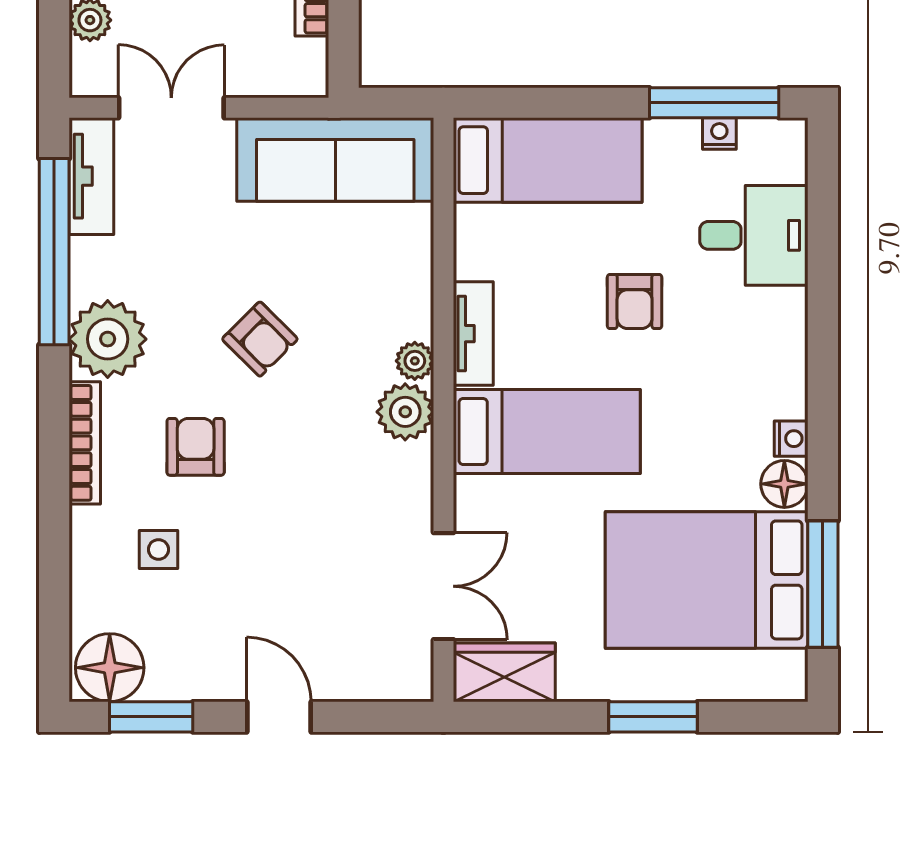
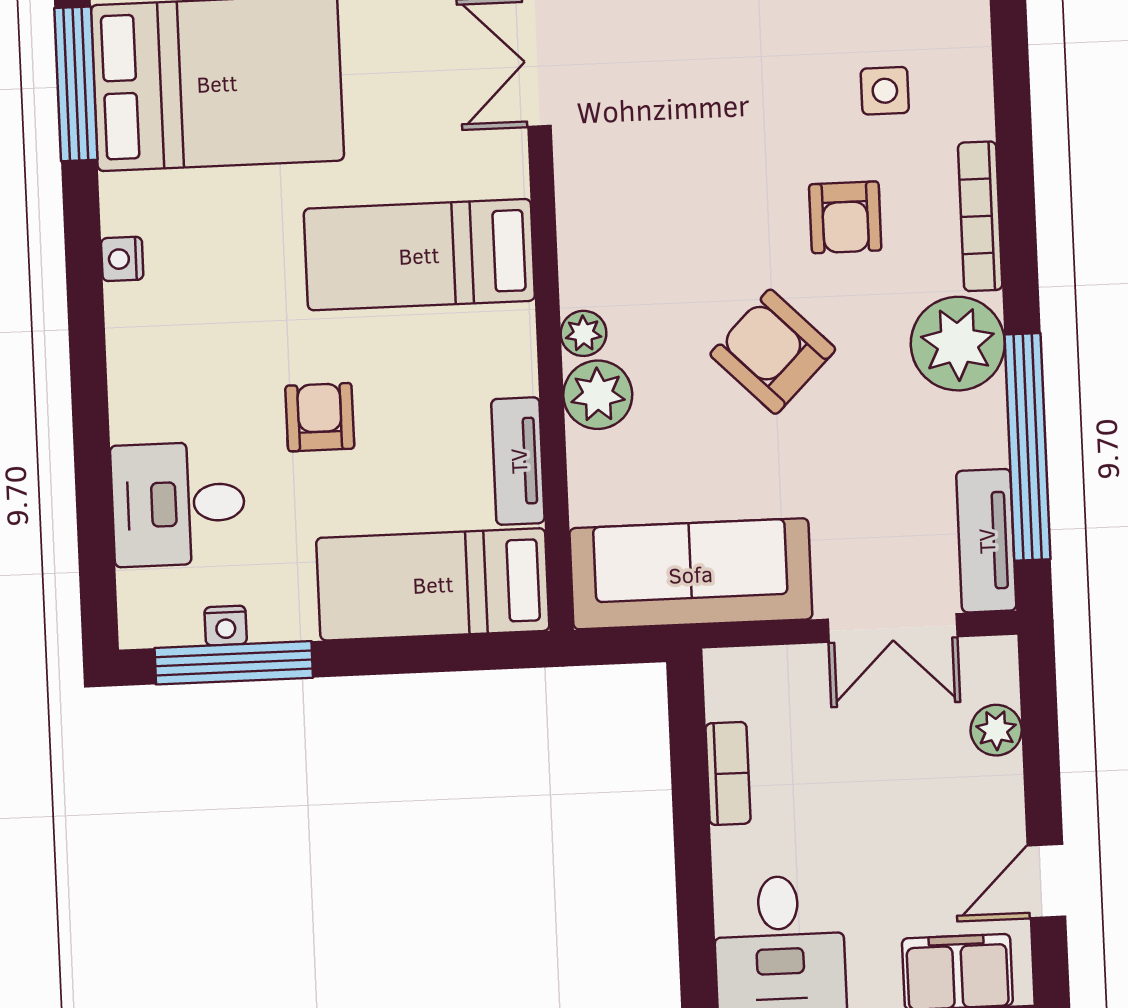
tv unit: (473, 334) -> (518, 461), moved
armchair: (260, 339) -> (773, 352), width x1.38, depth x1.38
plant: (405, 412) -> (598, 395), moved
floor lamp: (784, 484) -> (128, 204), removed

